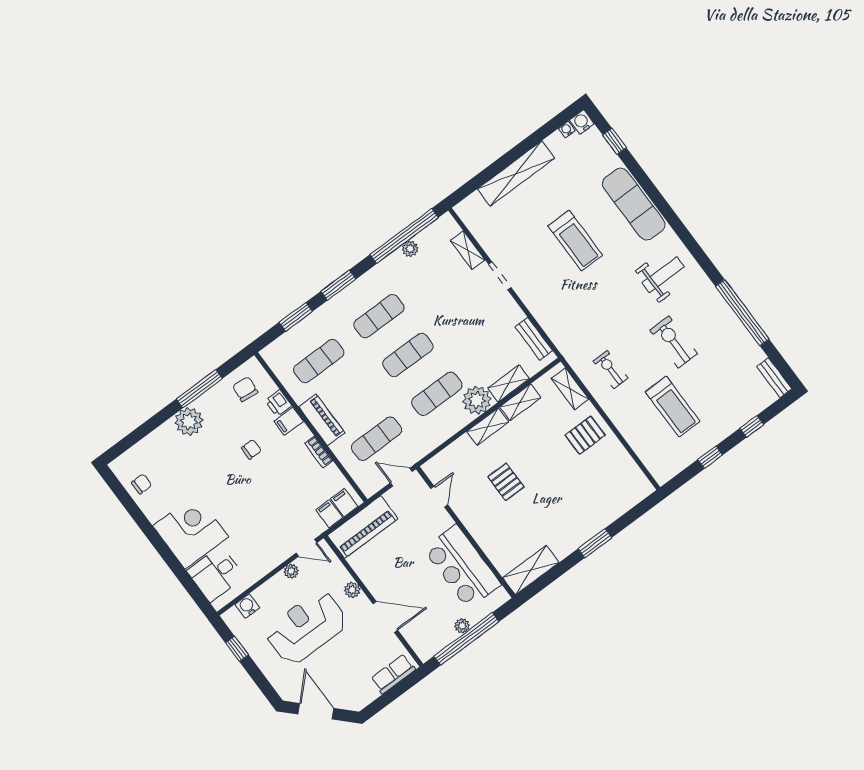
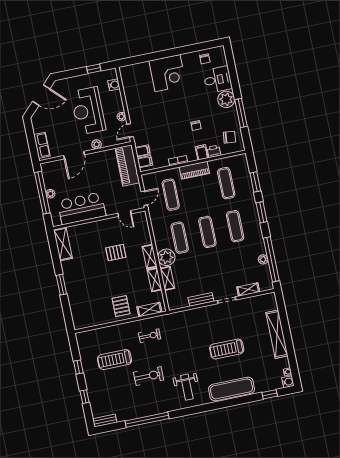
bench: (534, 339) -> (201, 299), moved
desk: (216, 574) -> (218, 80), moved, turned 90
reception desk: (306, 627) -> (88, 111), turned 180

